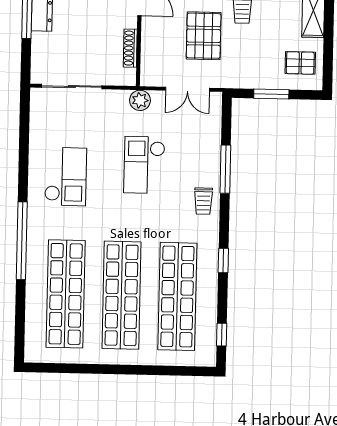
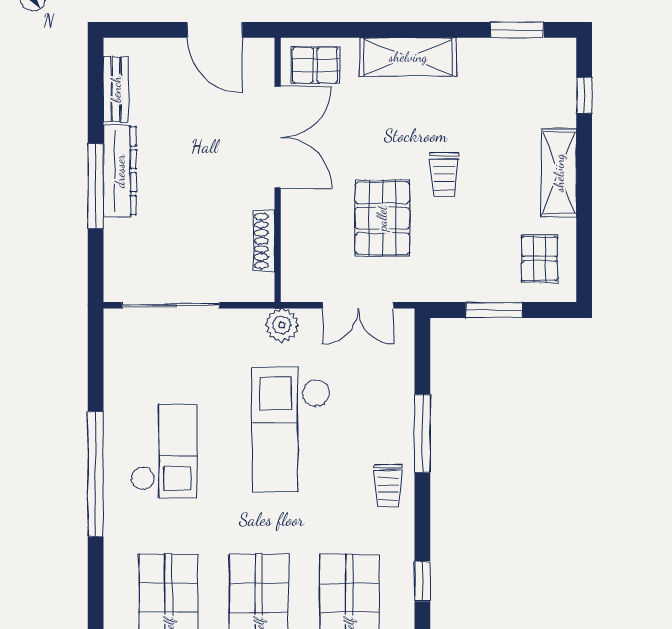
pallet: (300, 63) -> (540, 259), turned 90
checkout: (144, 165) -> (291, 430), width x1.36, depth x1.21
window: (22, 241) -> (96, 474), moved

